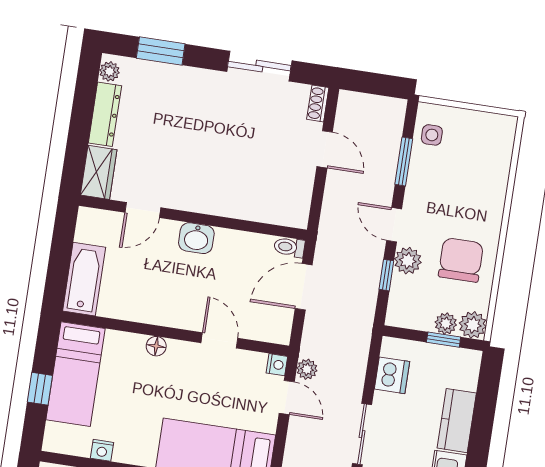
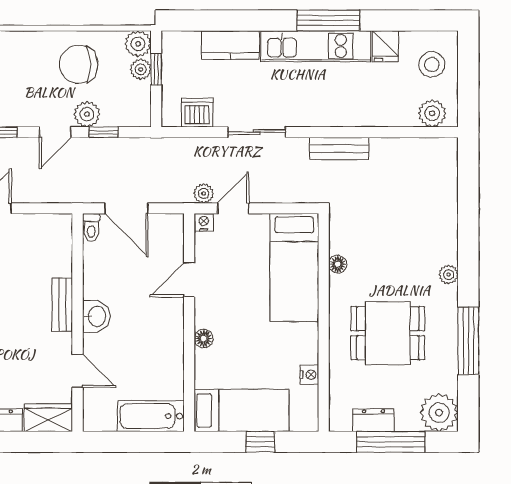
bench: (214, 205) -> (62, 305), added

